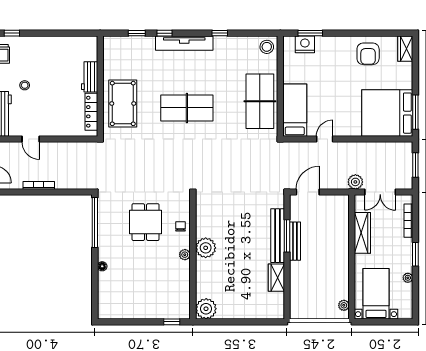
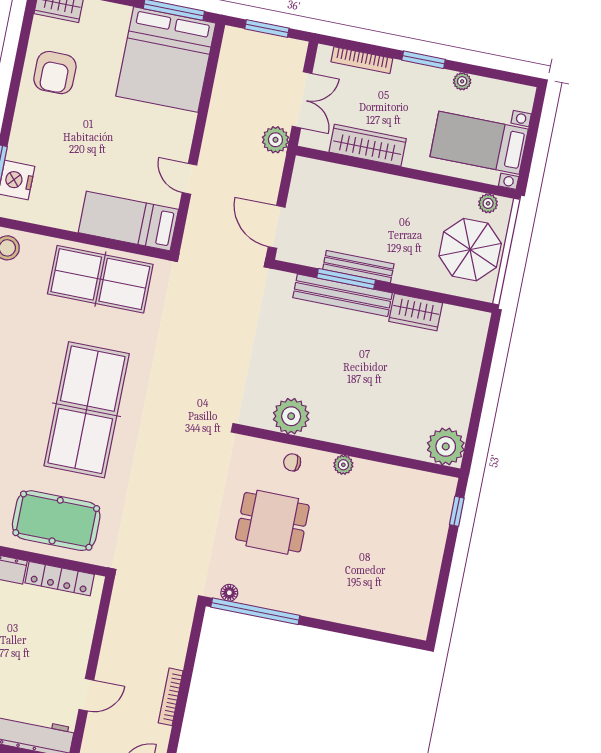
armchair: (368, 54) -> (55, 73), turned 90
table tennis table: (187, 108) -> (87, 410), width x1.36, depth x1.32
plant: (206, 248) -> (291, 416), moved
floor lamp: (102, 266) -> (229, 593), moved
parasol: (316, 301) -> (470, 250), added

